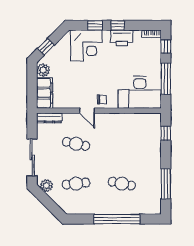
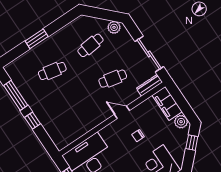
chair: (102, 99) -> (138, 136), moved
window: (166, 133) -> (33, 121), moved
sliding door: (32, 157) -> (149, 54), moved
window: (117, 219) -> (37, 39), width x0.47

